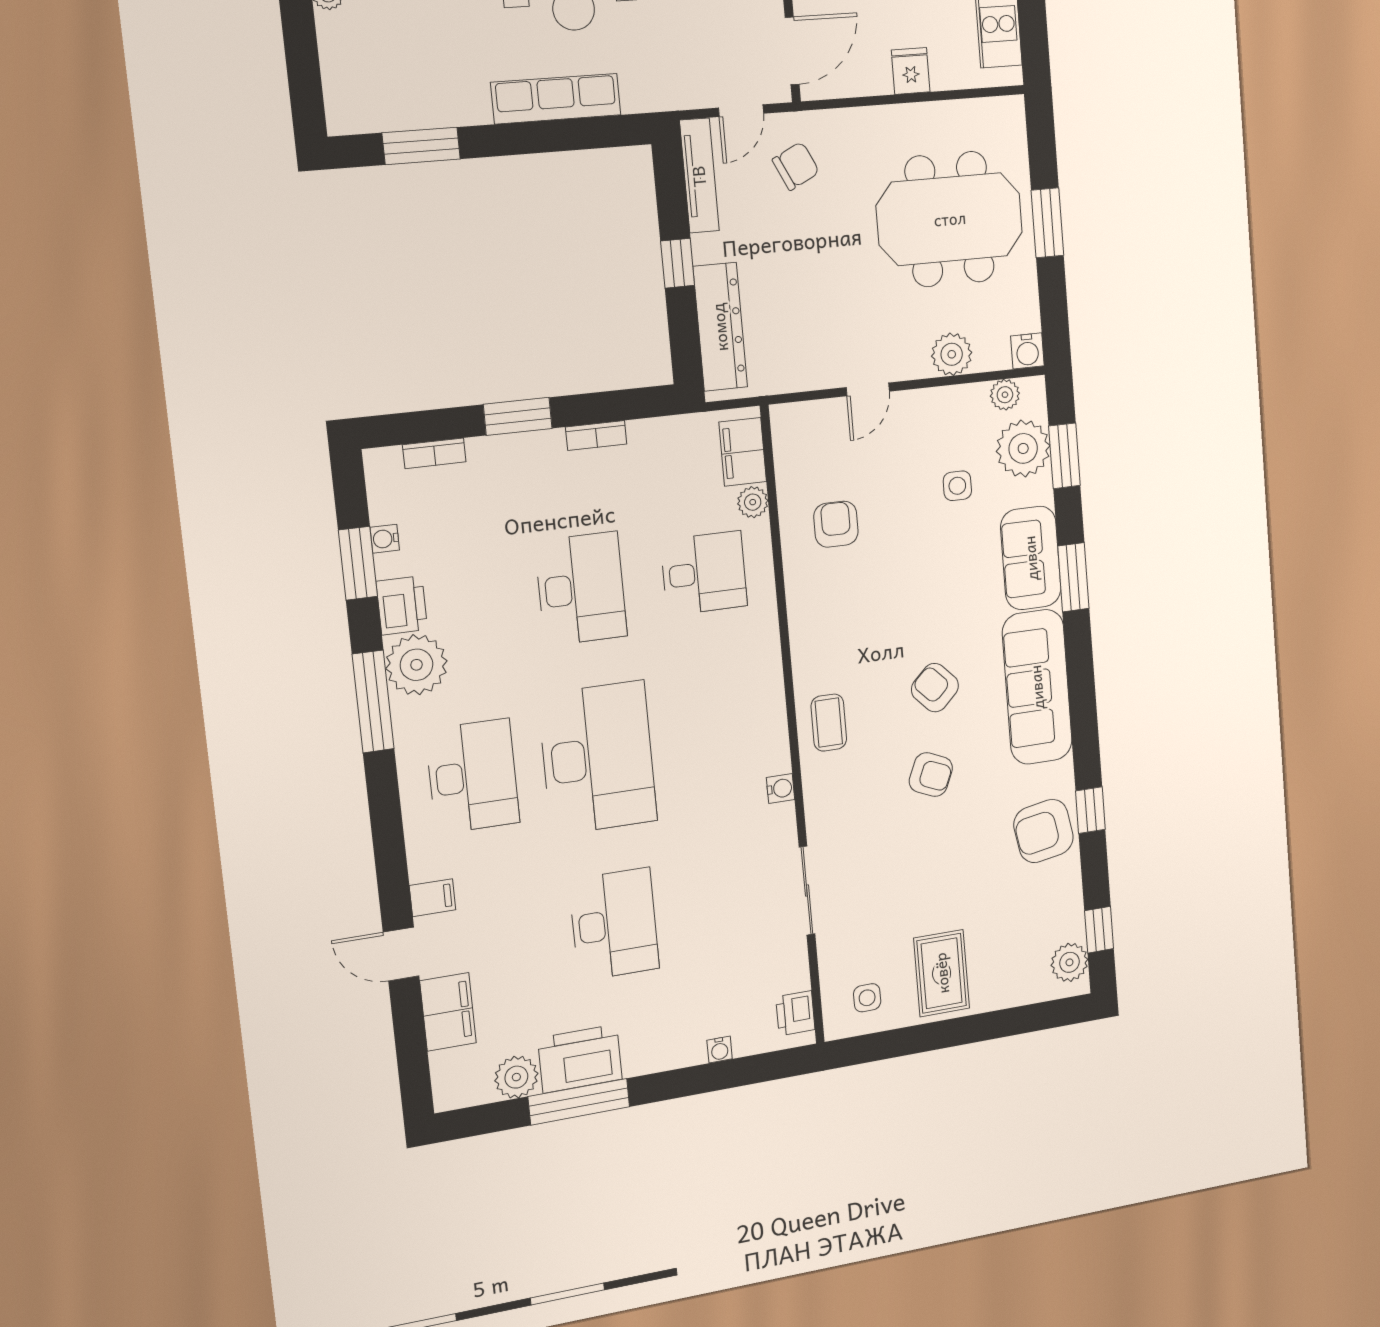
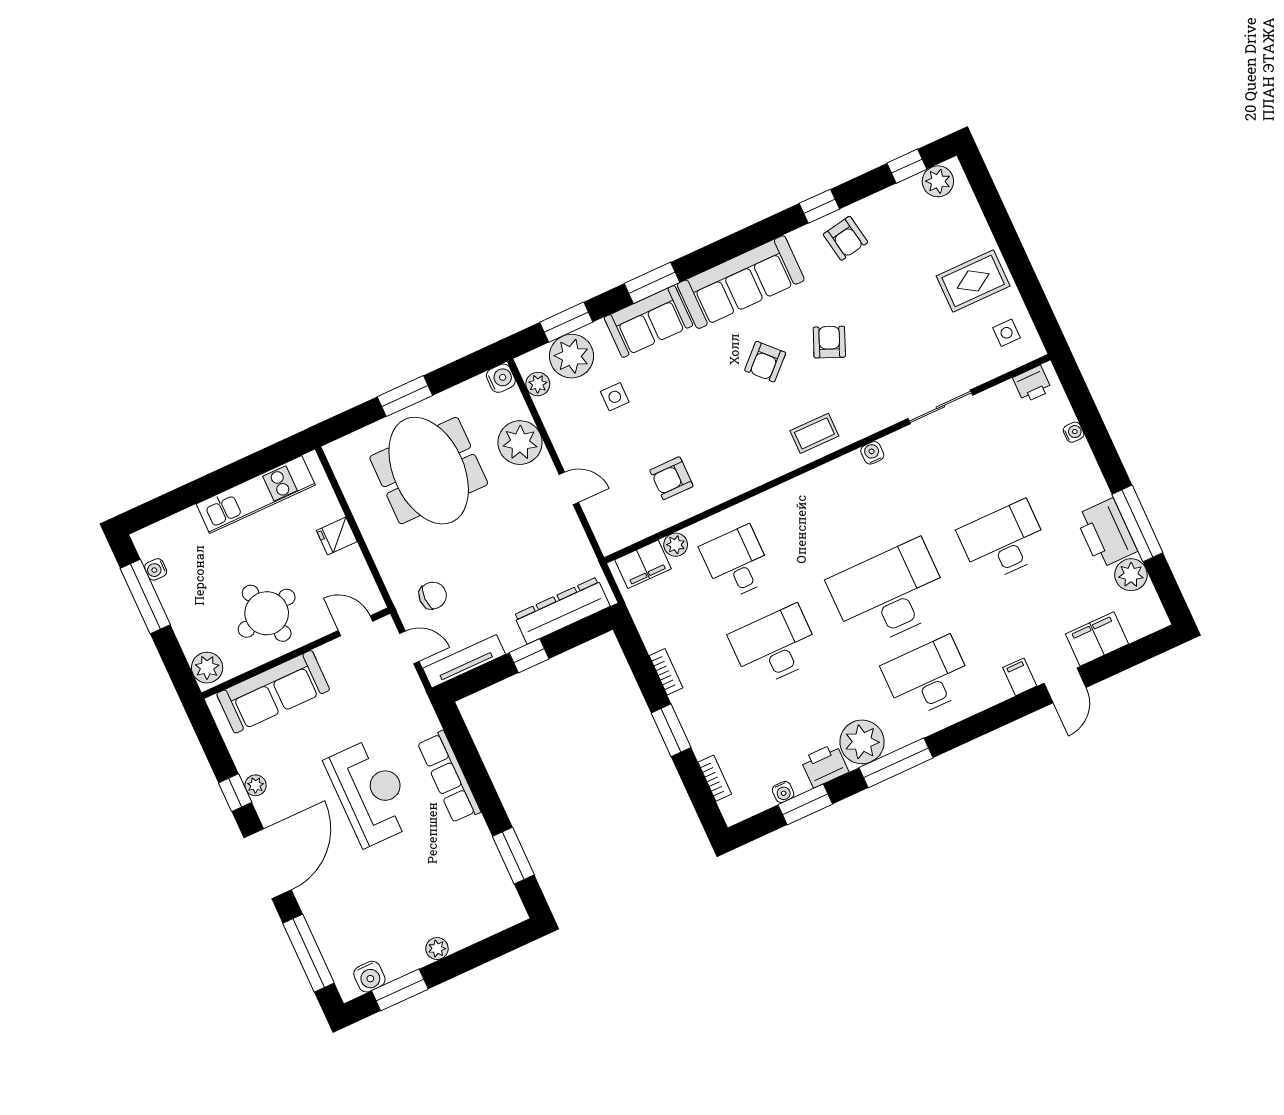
door: (792, 51) -> (355, 626), width x0.73
chair: (796, 166) -> (433, 596), turned 116
plant: (952, 354) -> (520, 443), width x1.36, depth x1.36
armchair: (1043, 831) -> (846, 238), width x0.72, depth x0.72

